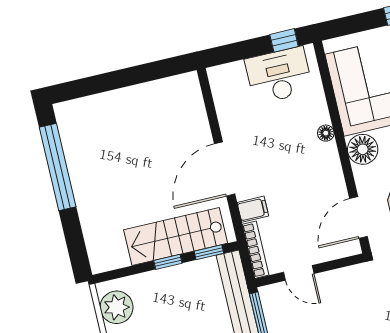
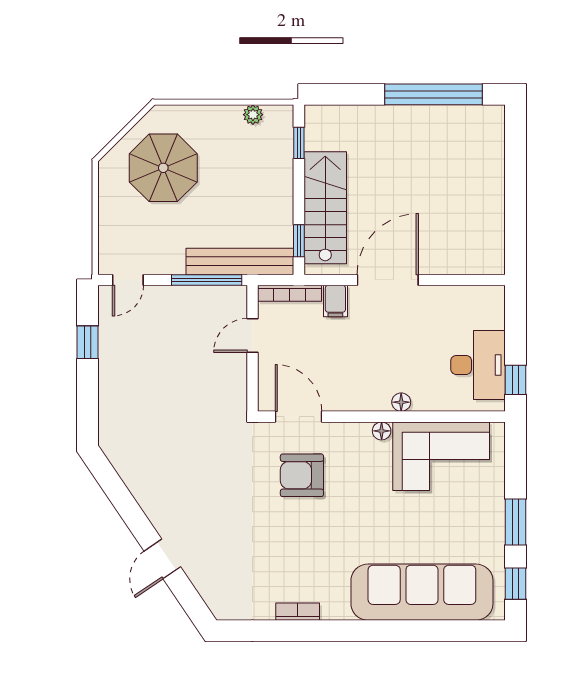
floor lamp: (363, 149) -> (382, 431), width x0.53, depth x0.53
door: (225, 169) -> (388, 280), hinge flipped
window: (168, 262) -> (299, 143), moved
plant: (117, 307) -> (253, 115), width x0.53, depth x0.53

